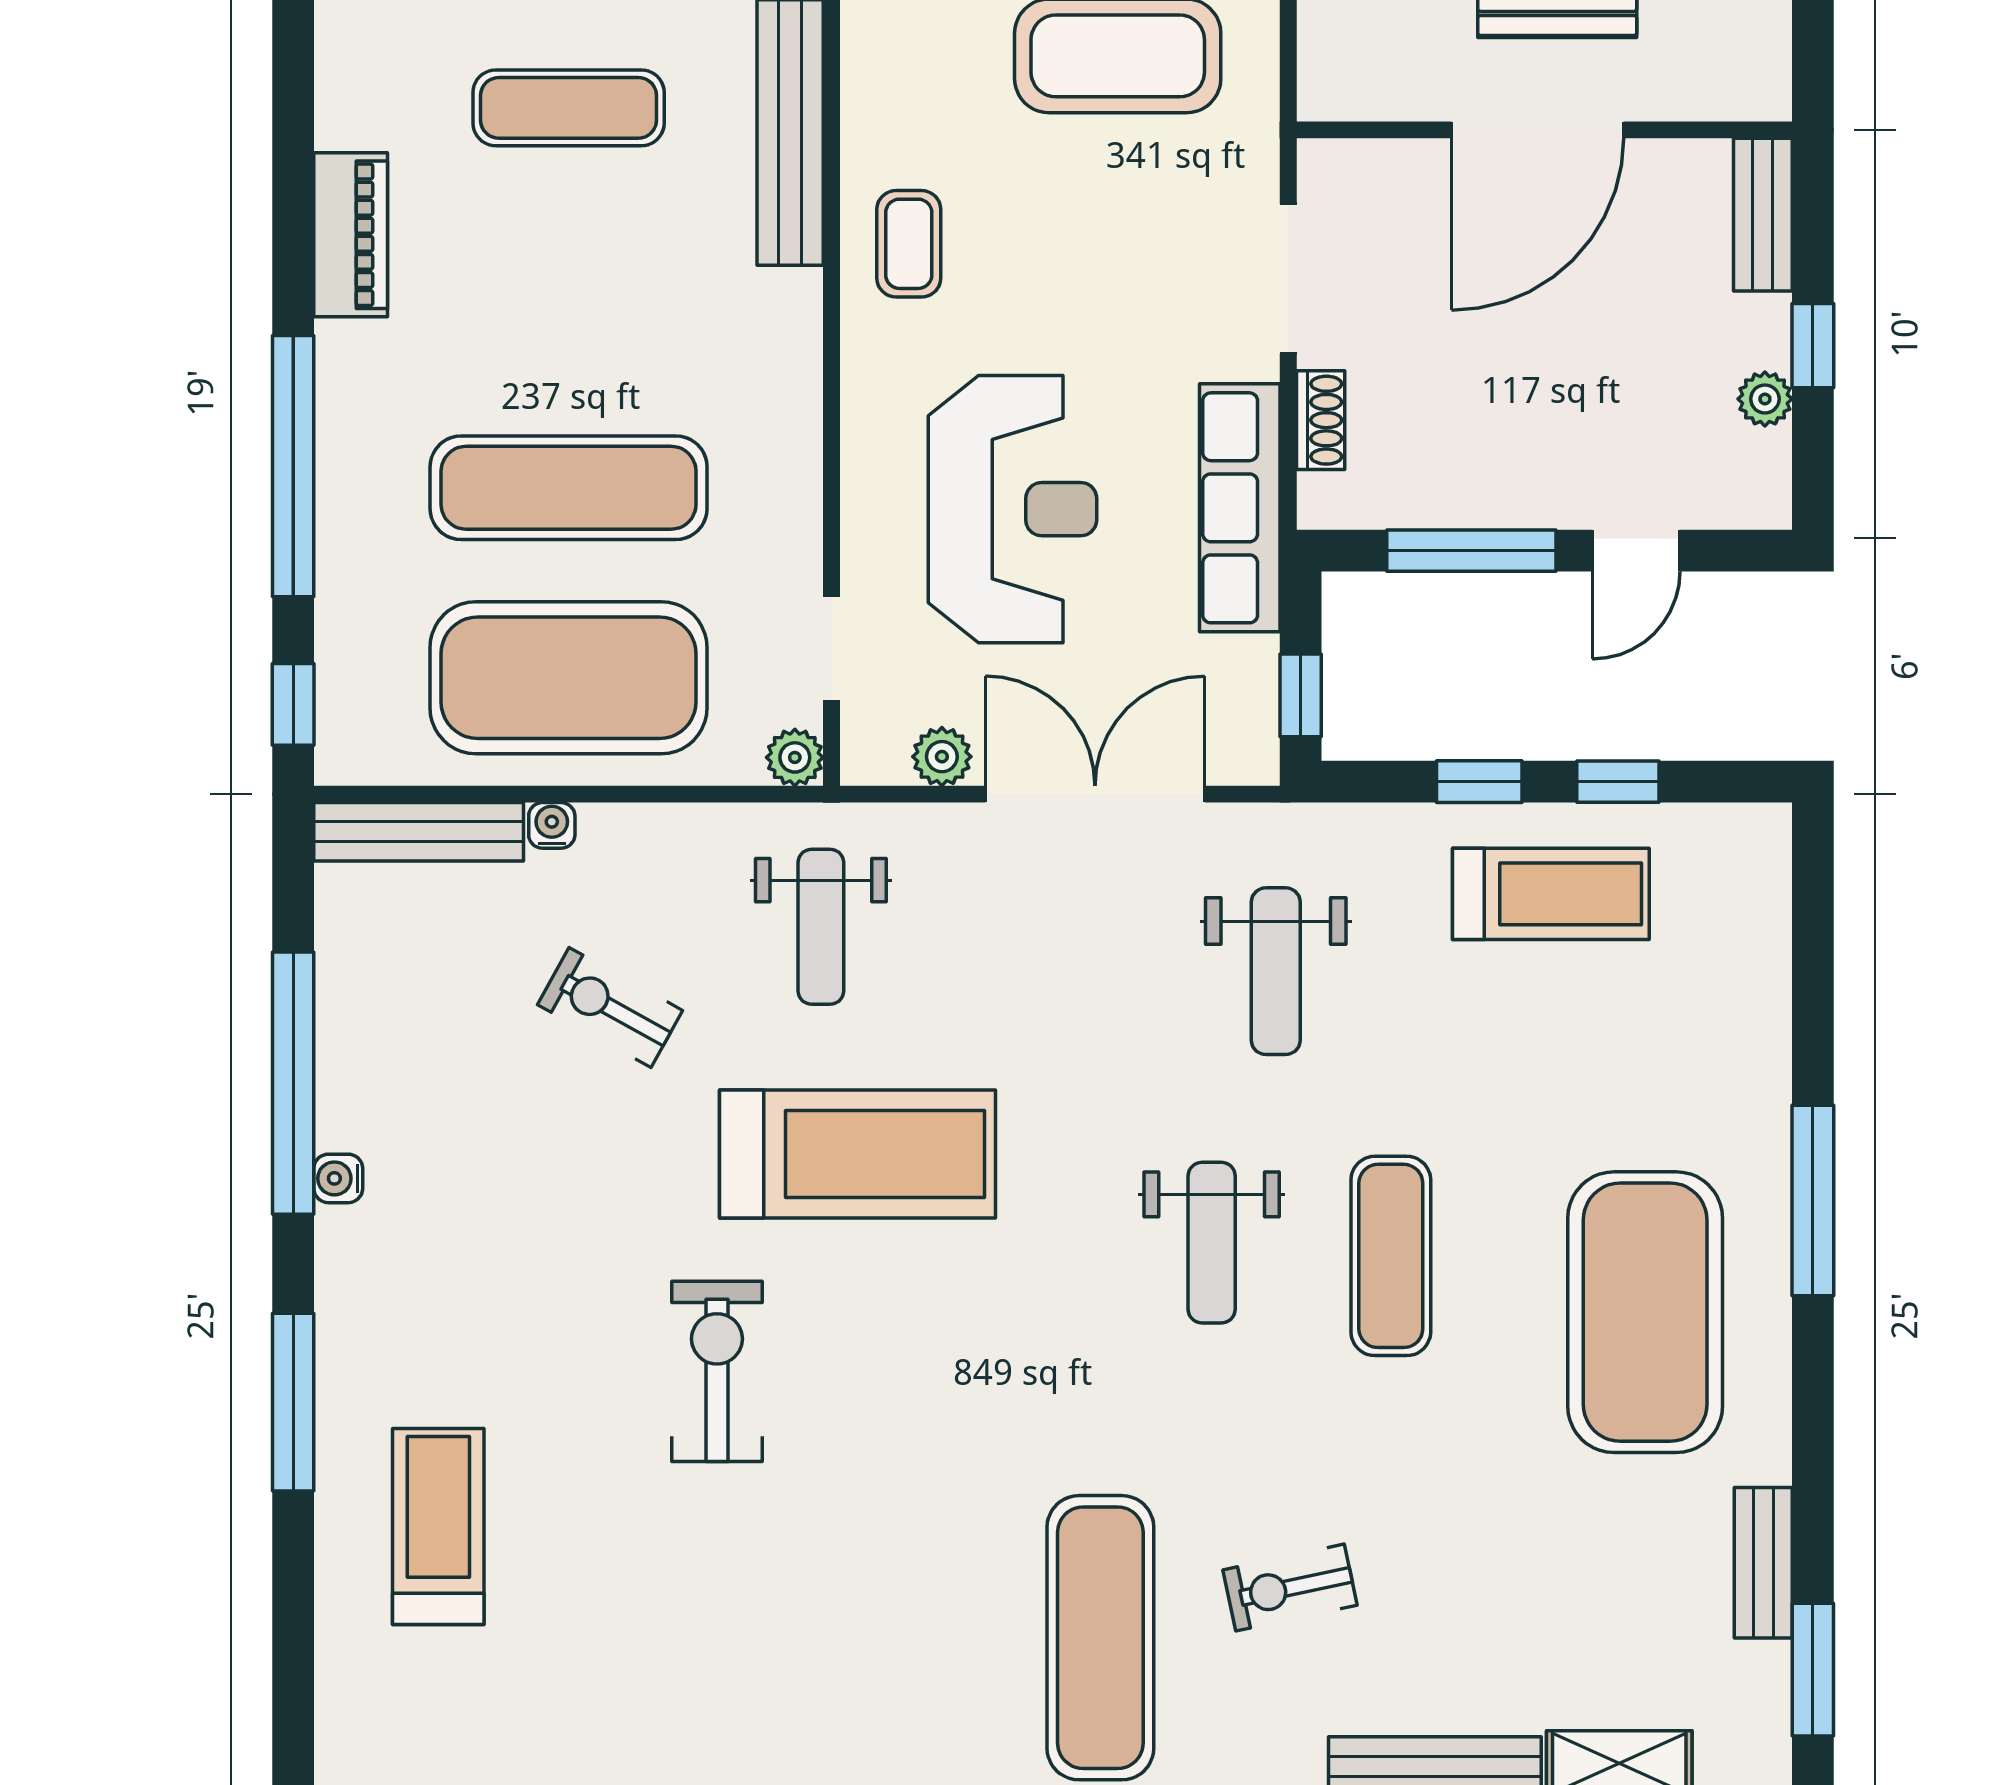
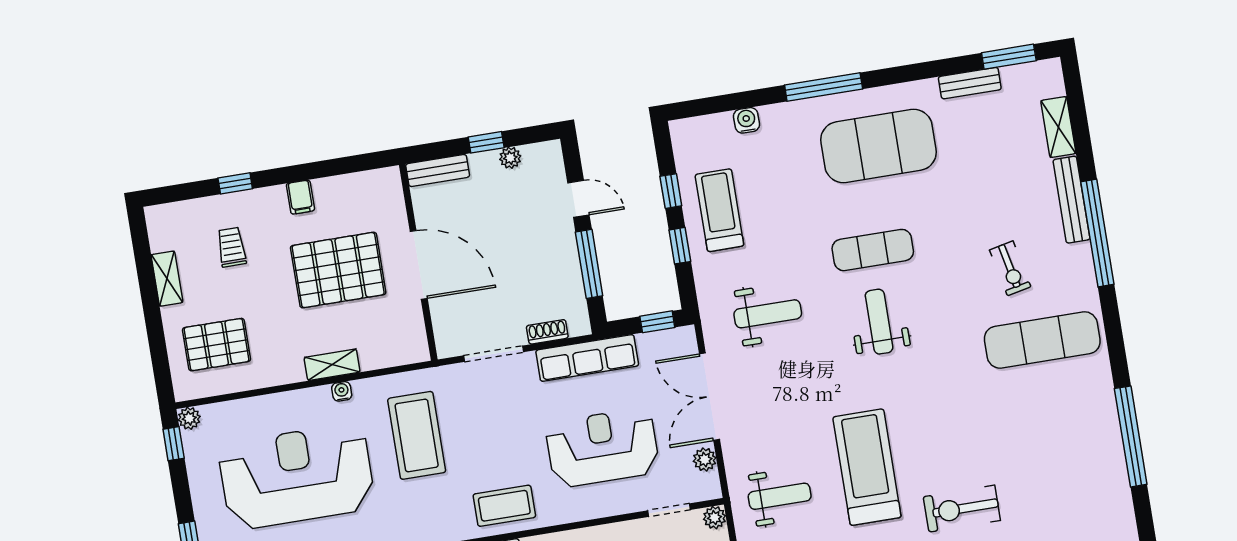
coffee table: (909, 244) -> (504, 506), width x1.36, depth x1.30
water cooler: (1762, 997) -> (746, 120), added
weight bench: (1212, 1243) -> (879, 322), turned -90

